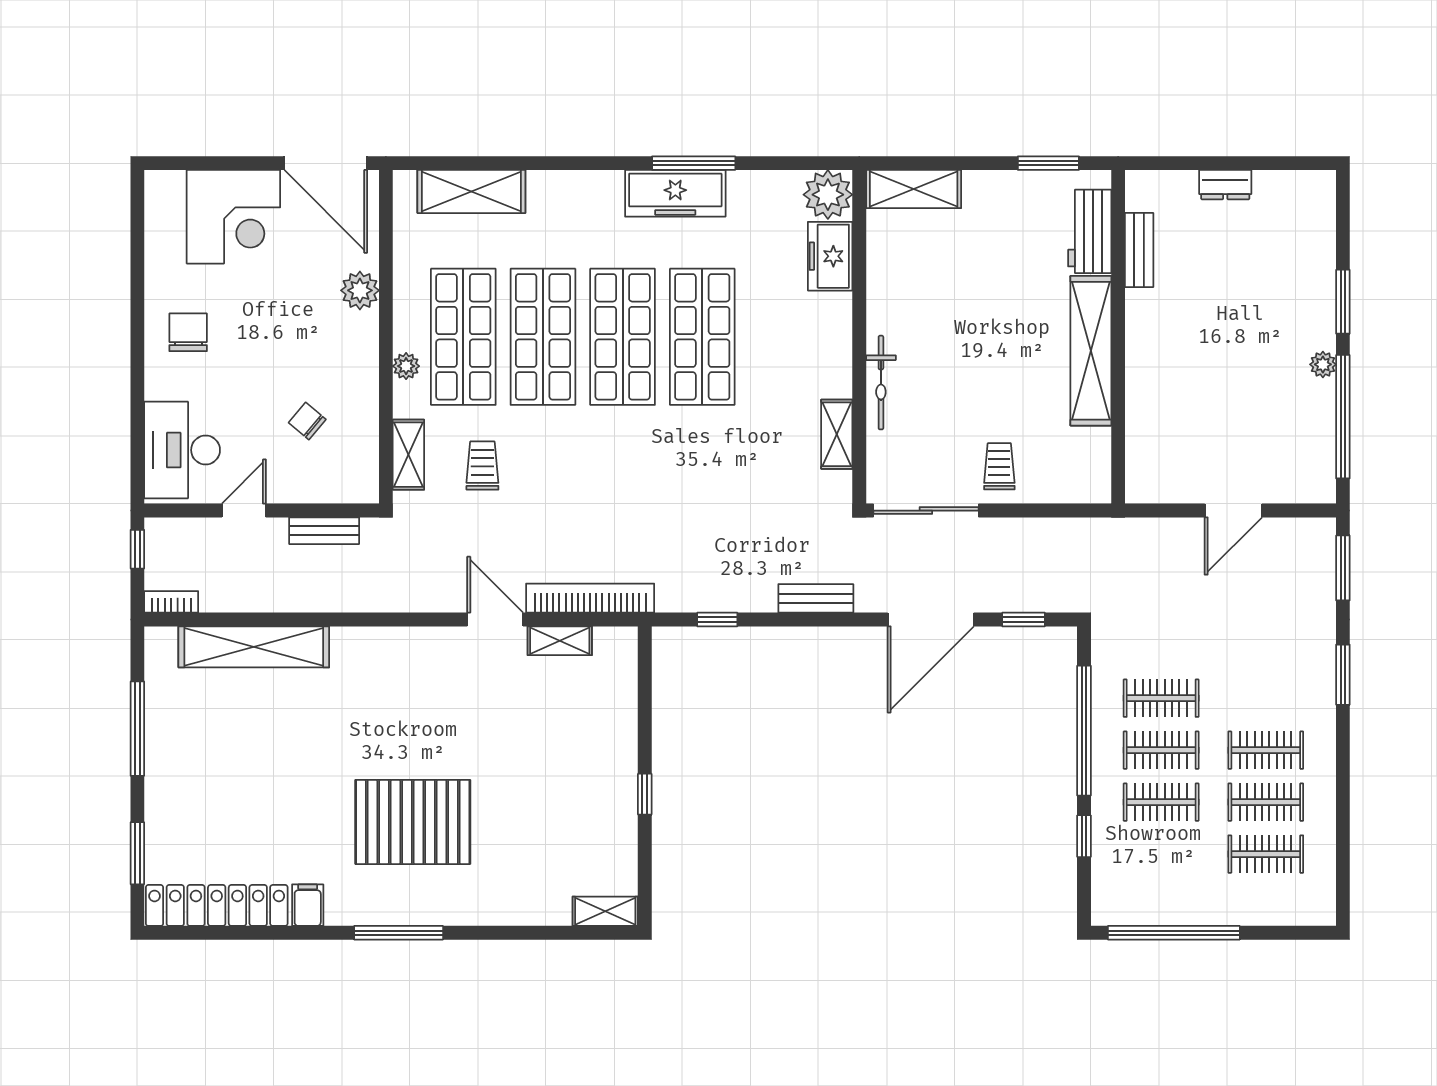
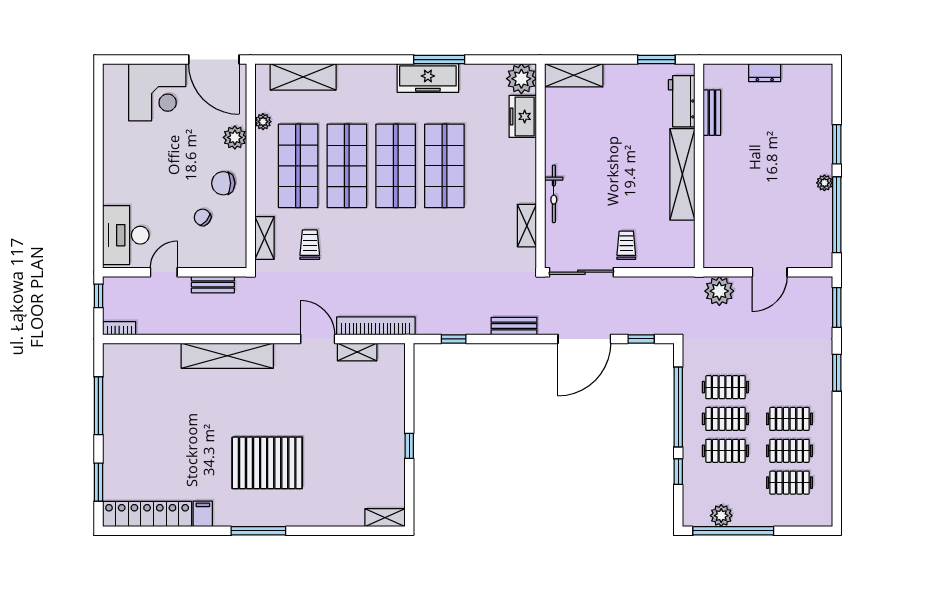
chair: (188, 332) -> (223, 183), moved, turned -90
plant: (406, 366) -> (263, 122), moved
plant: (1151, 541) -> (719, 291), added
shelving: (254, 647) -> (227, 356), moved
plant: (1154, 908) -> (721, 516), added

